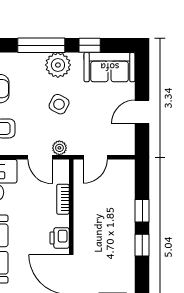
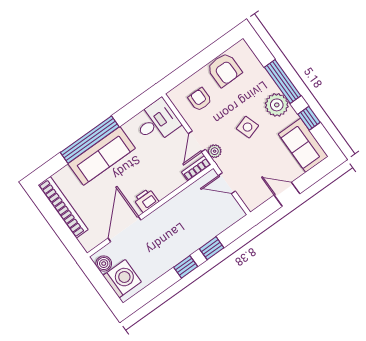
side table: (59, 104) -> (248, 127), turned 45
bookcase: (63, 199) -> (196, 168), moved

